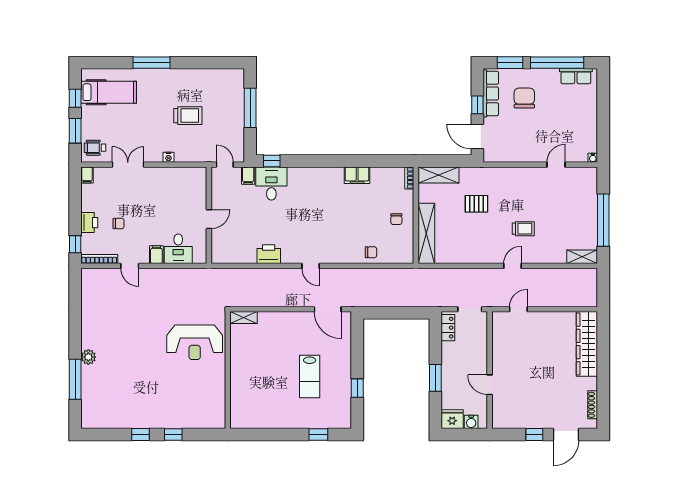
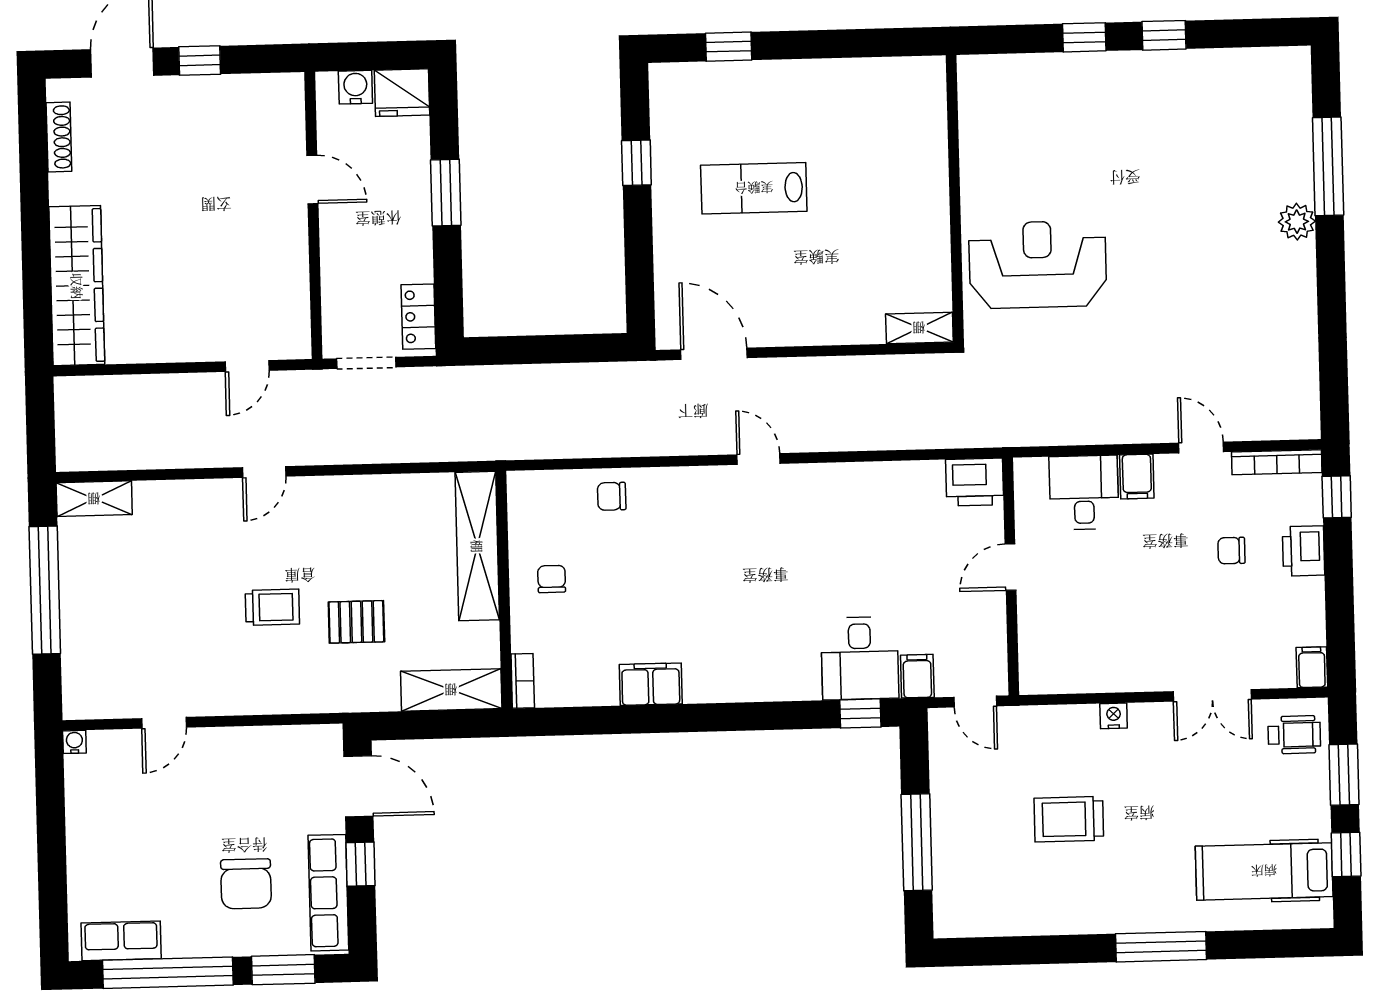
trolley: (523, 229) -> (272, 607), moved, turned 180
printer: (269, 254) -> (975, 482), moved
lab bench: (310, 376) -> (754, 188), turned -90

